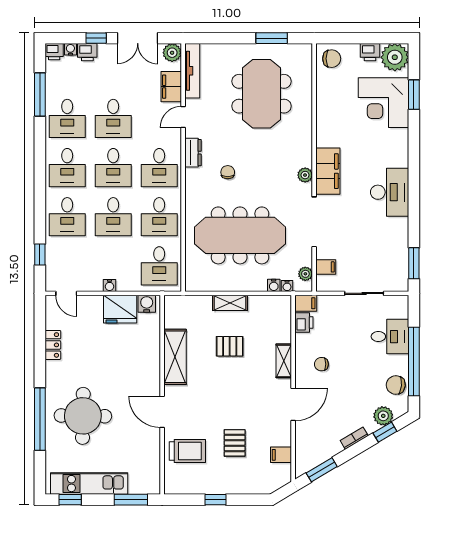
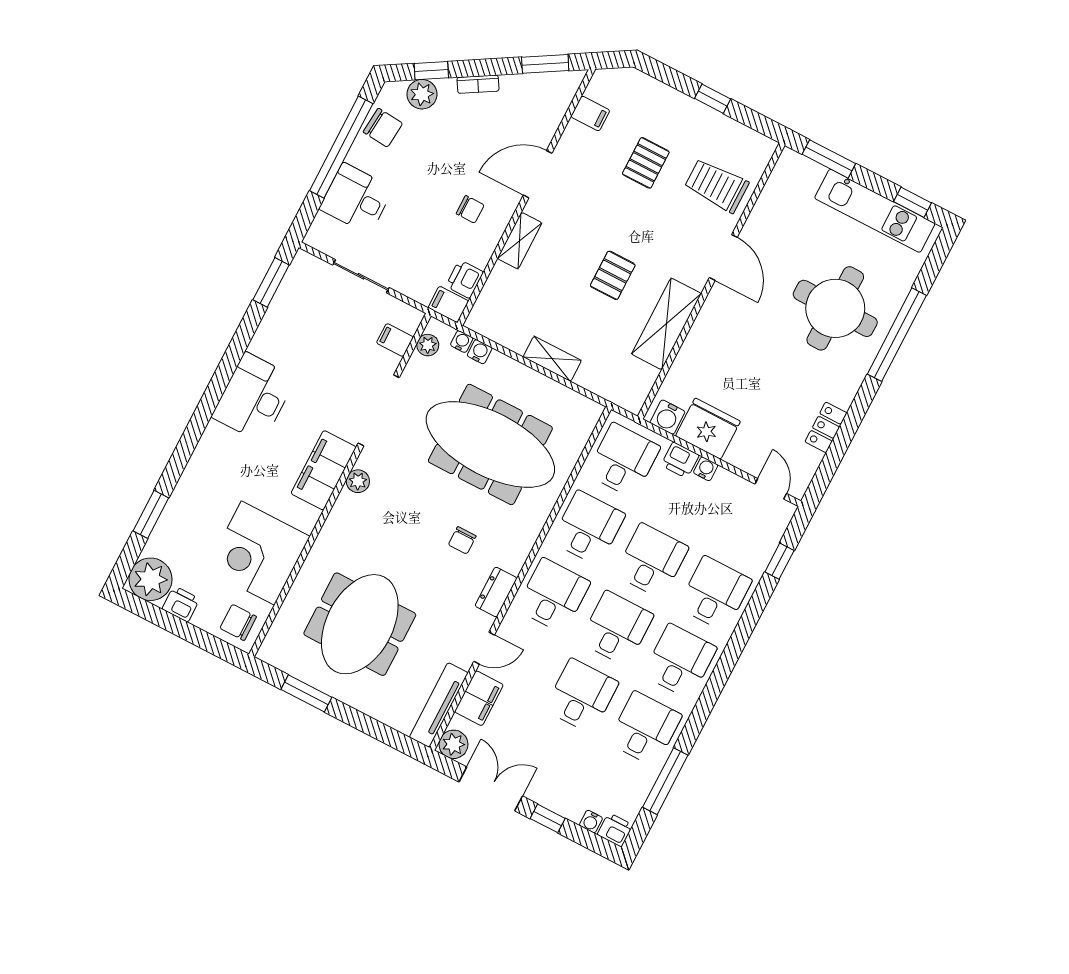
printer: (87, 52) -> (680, 460), moved, turned 180
corner desk: (384, 103) -> (258, 553), moved, turned 180
pallet: (230, 346) -> (613, 275), moved, turned 90

